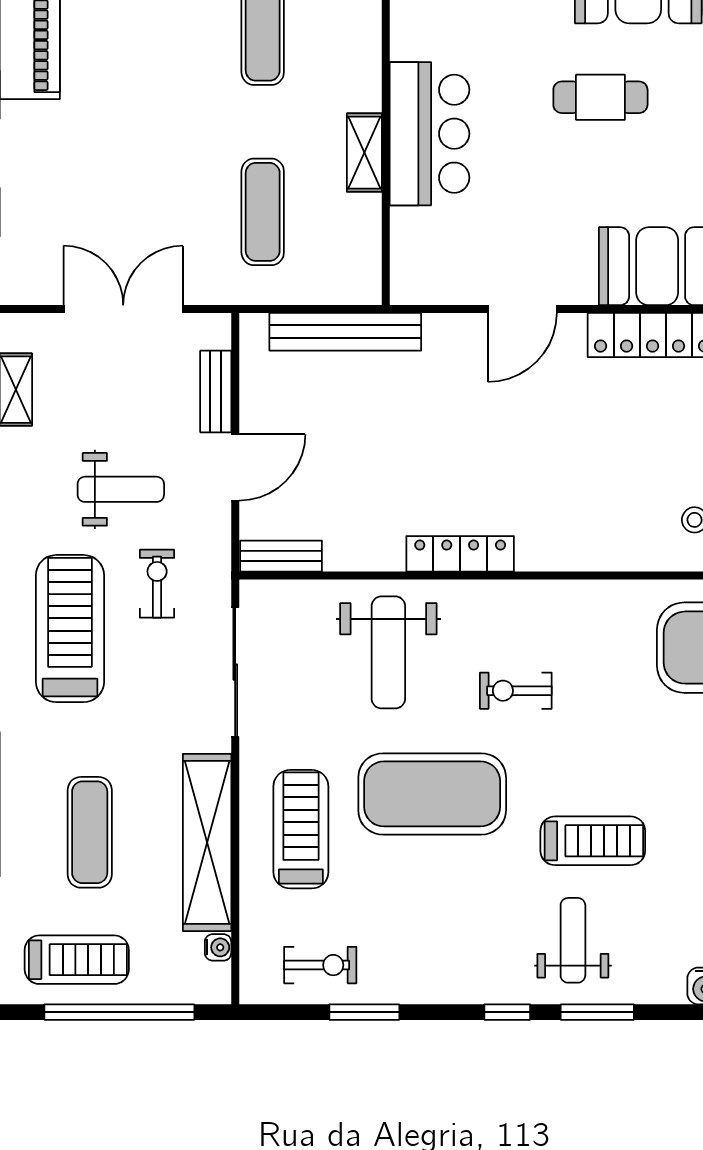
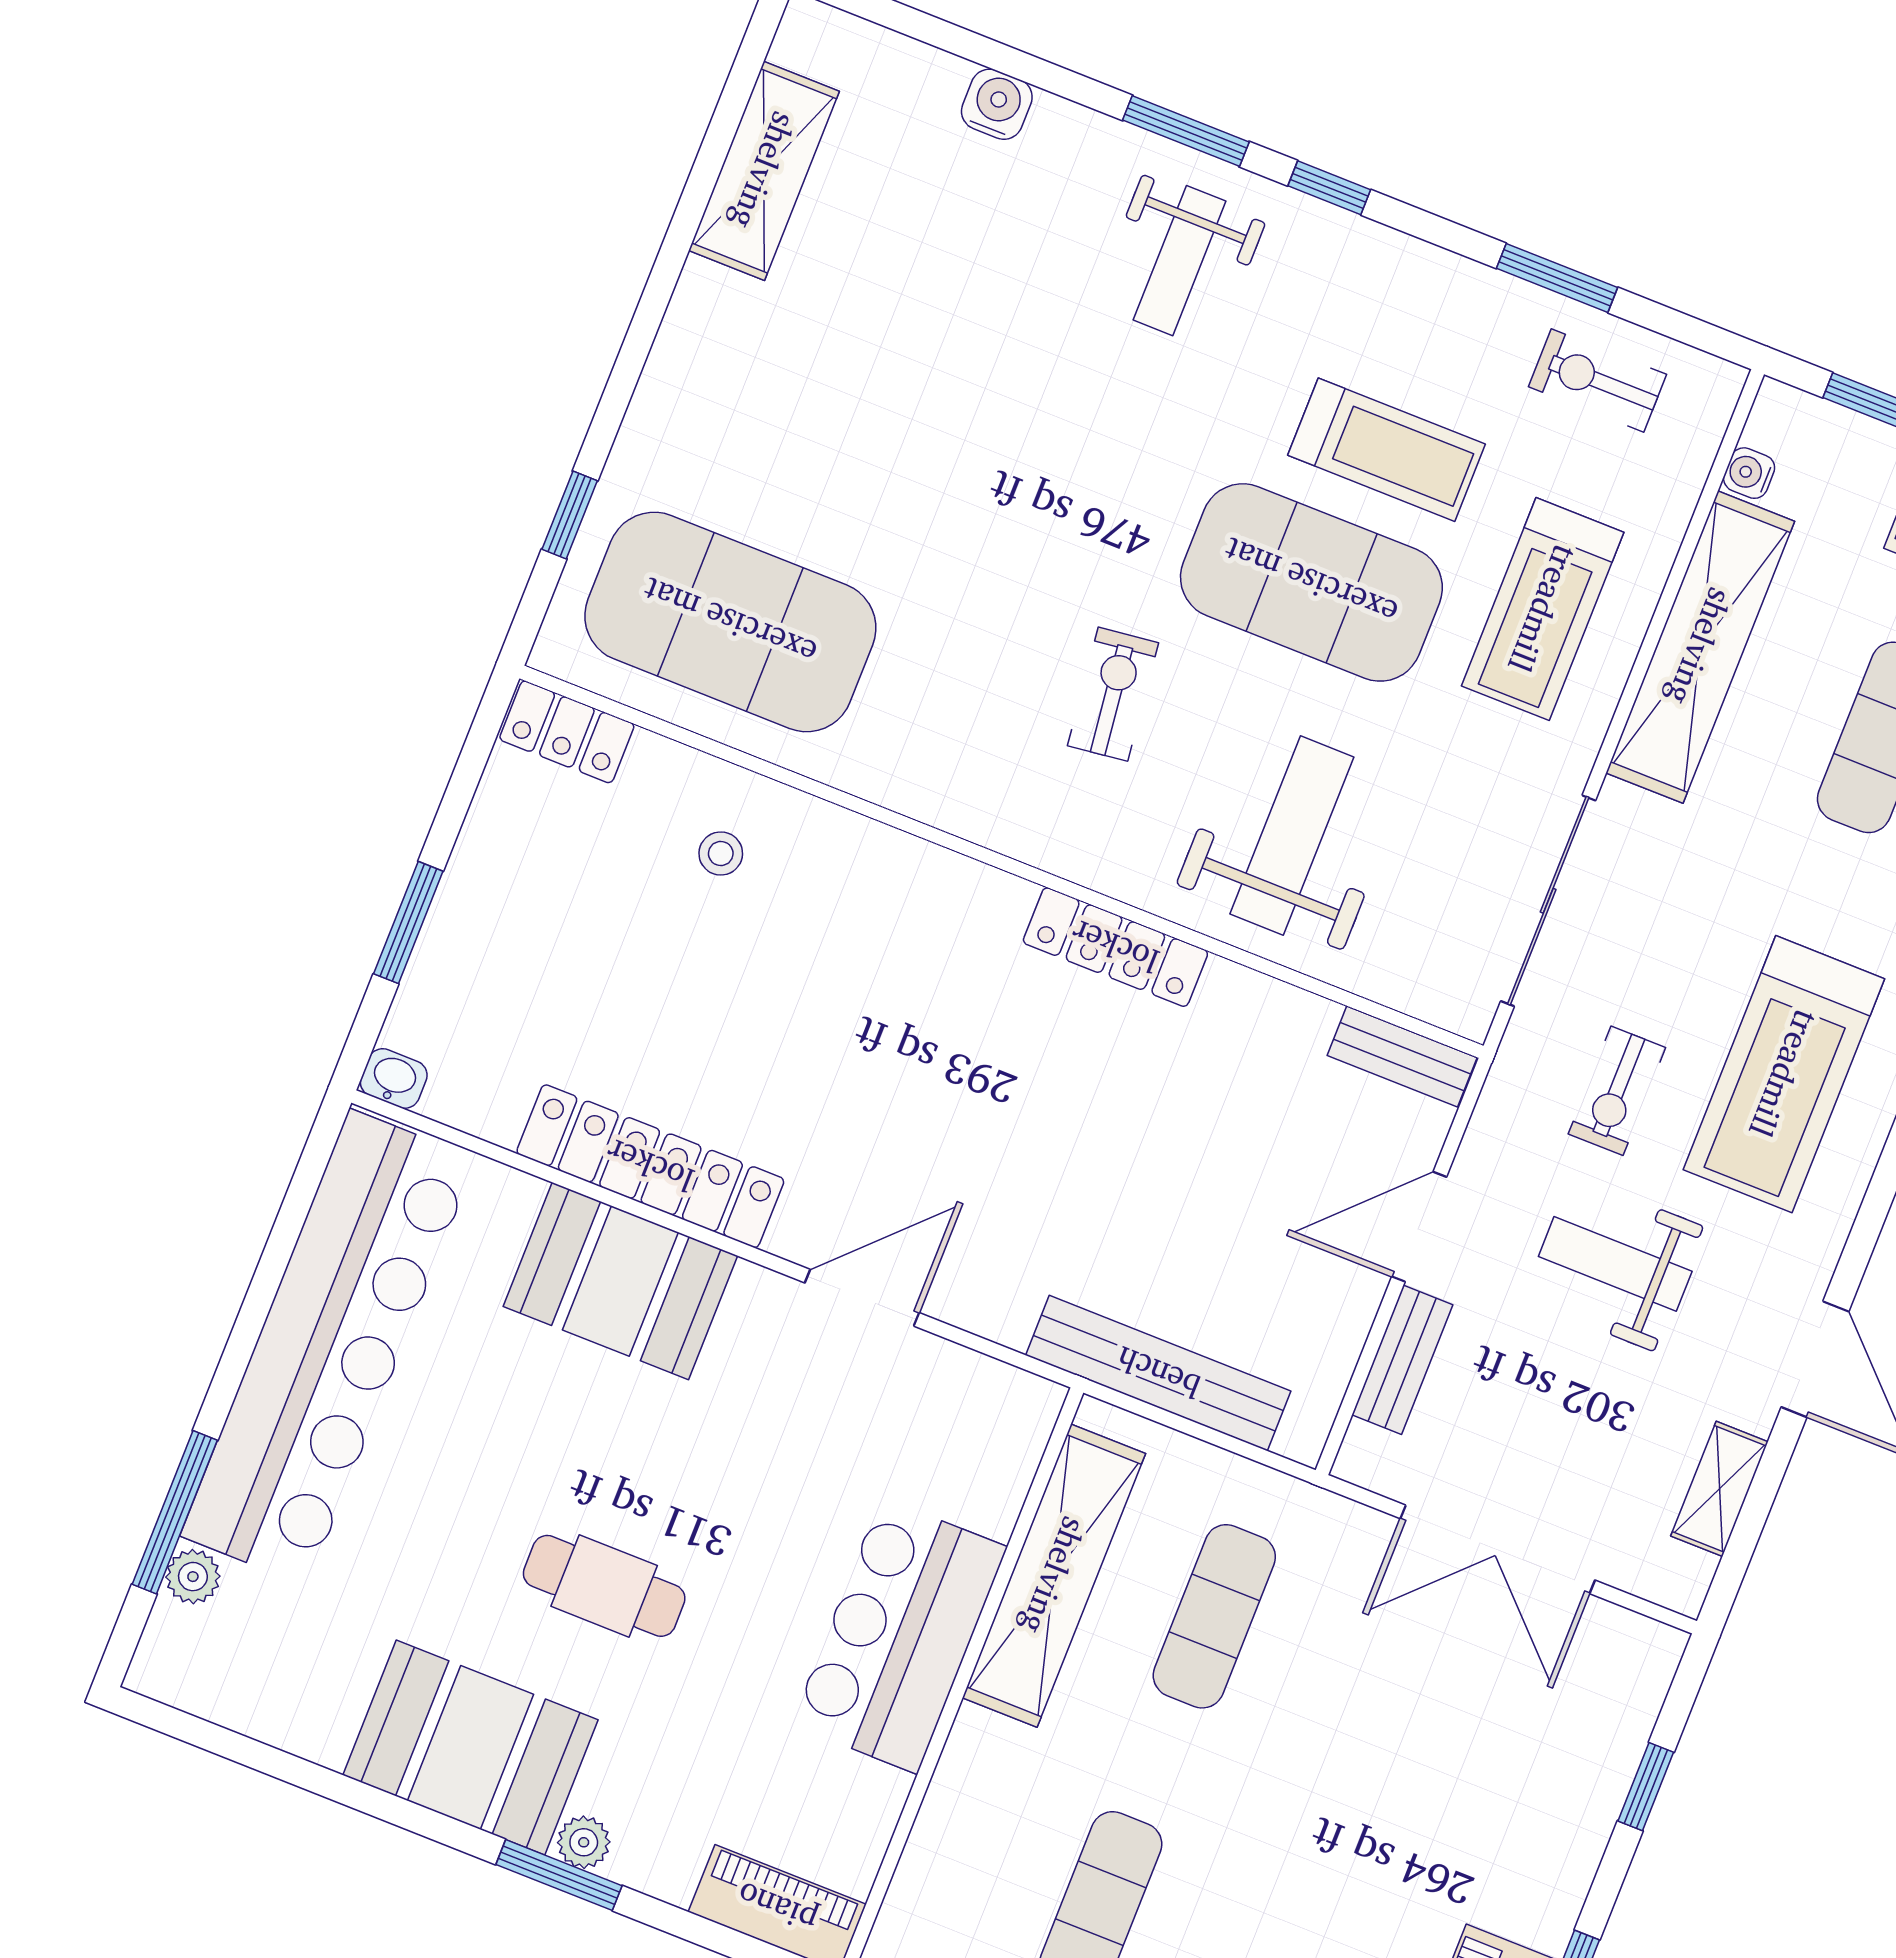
shelving: (364, 153) -> (1054, 1576), width x2.20, depth x1.33
exercise bike: (516, 691) -> (1113, 694), turned -97
treadmill: (593, 841) -> (1386, 450), moved, turned 180

